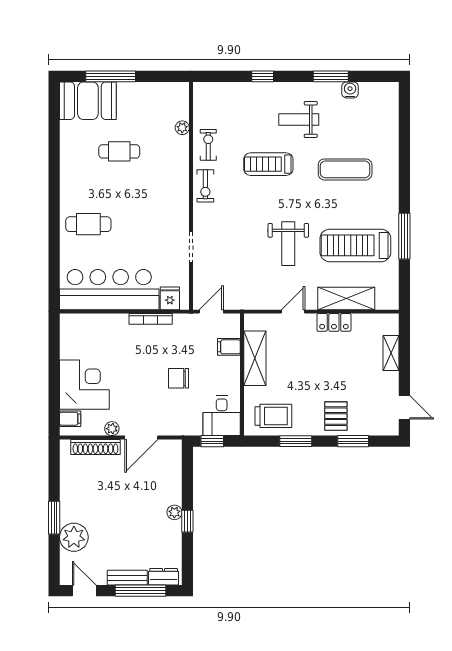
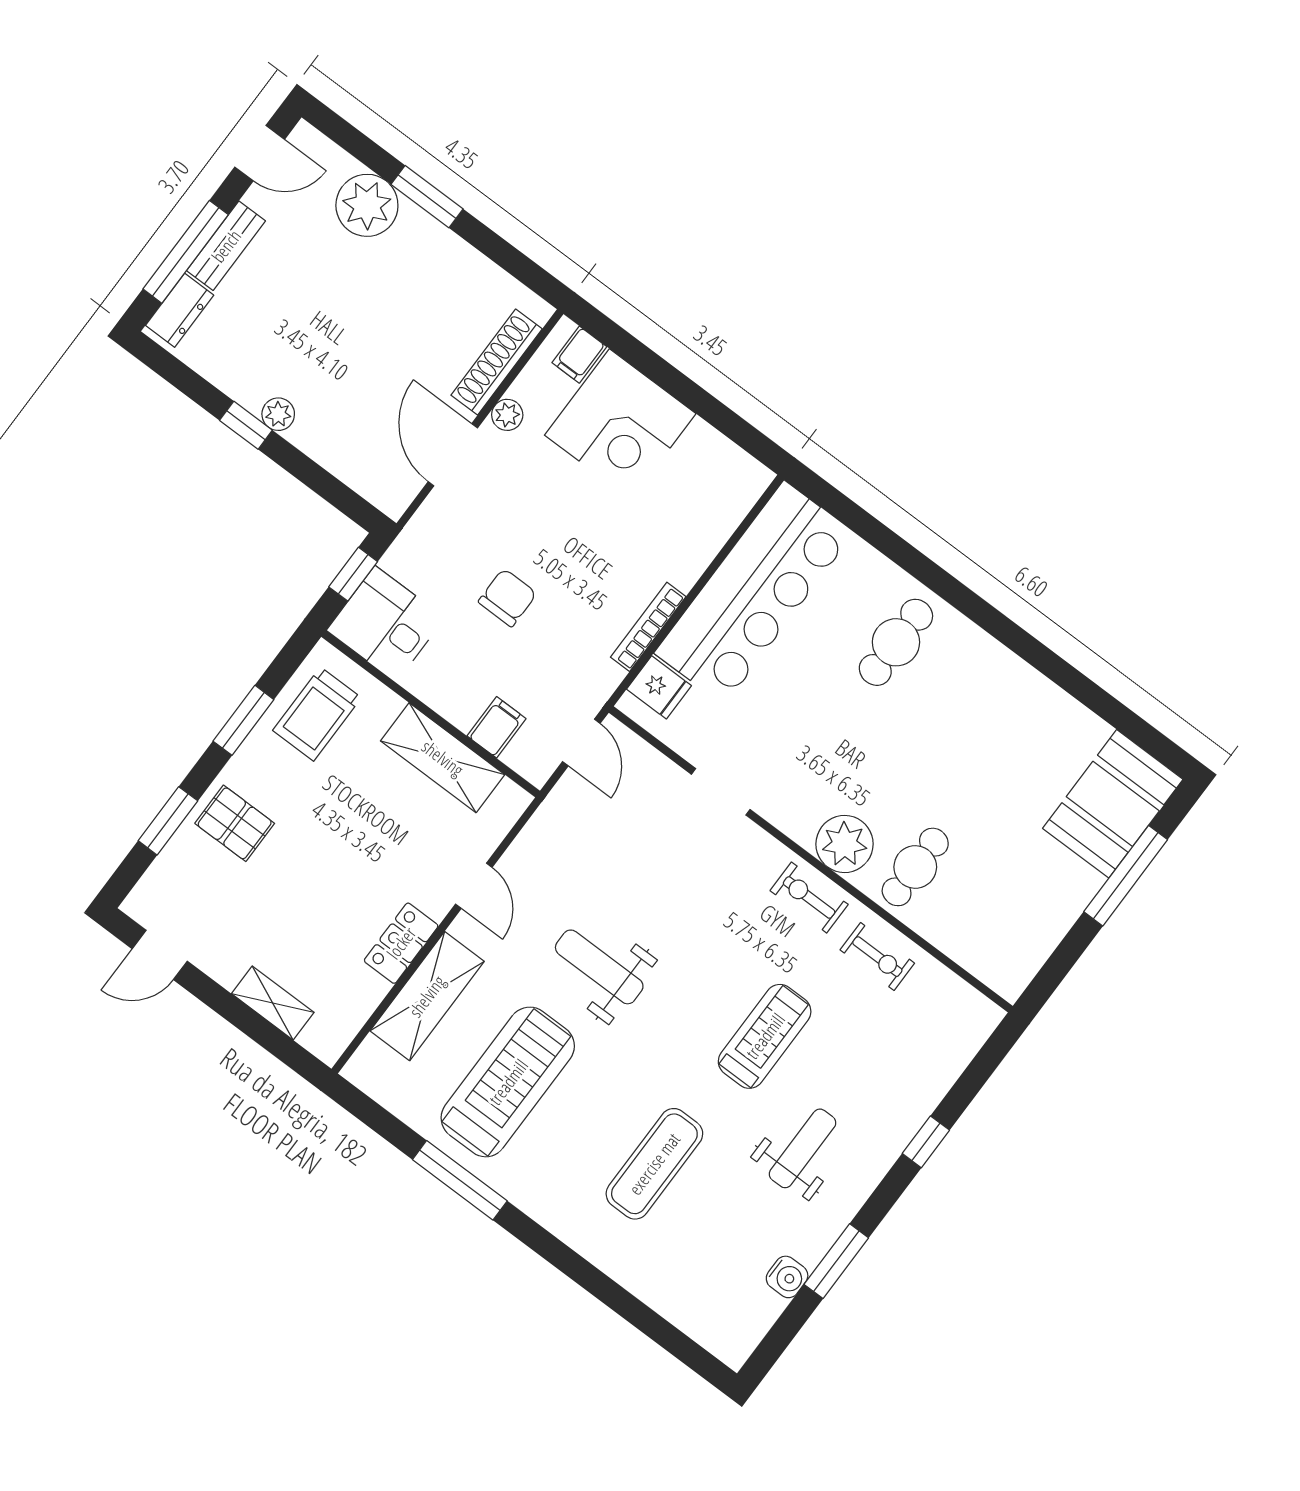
plant: (182, 128) -> (845, 844), moved, width x1.87, depth x1.87
cafe table: (119, 151) -> (915, 867), moved

